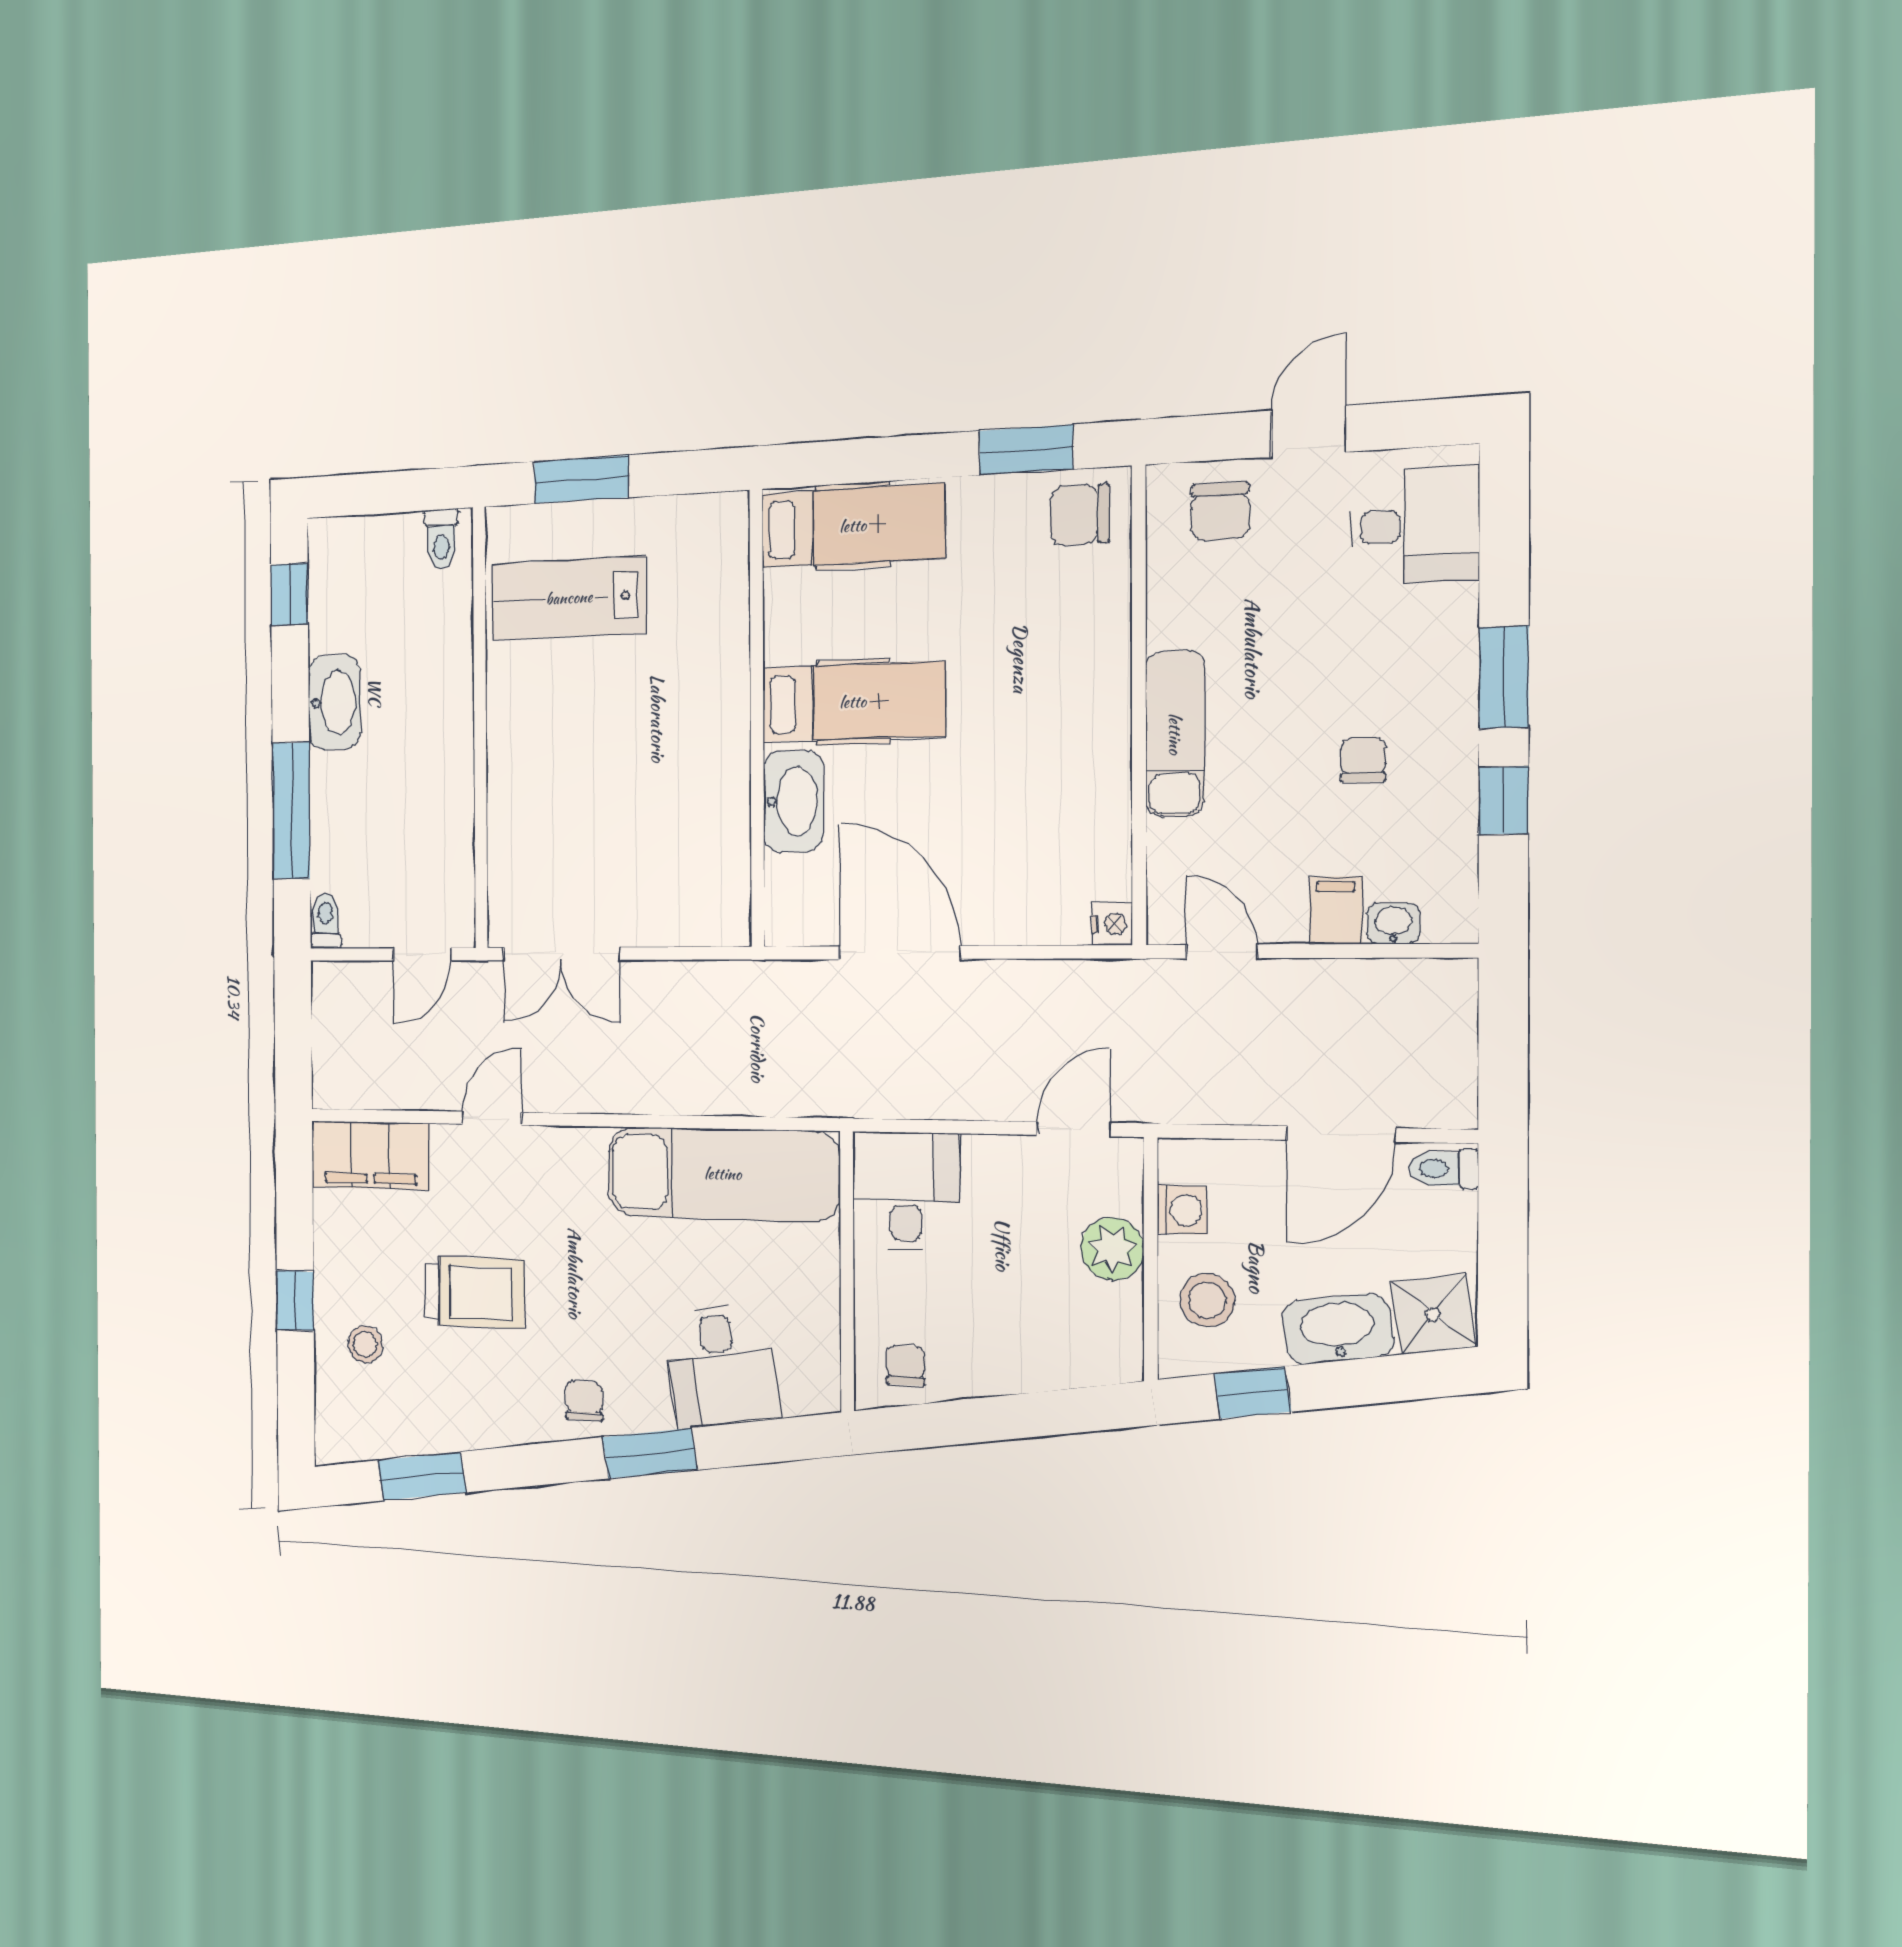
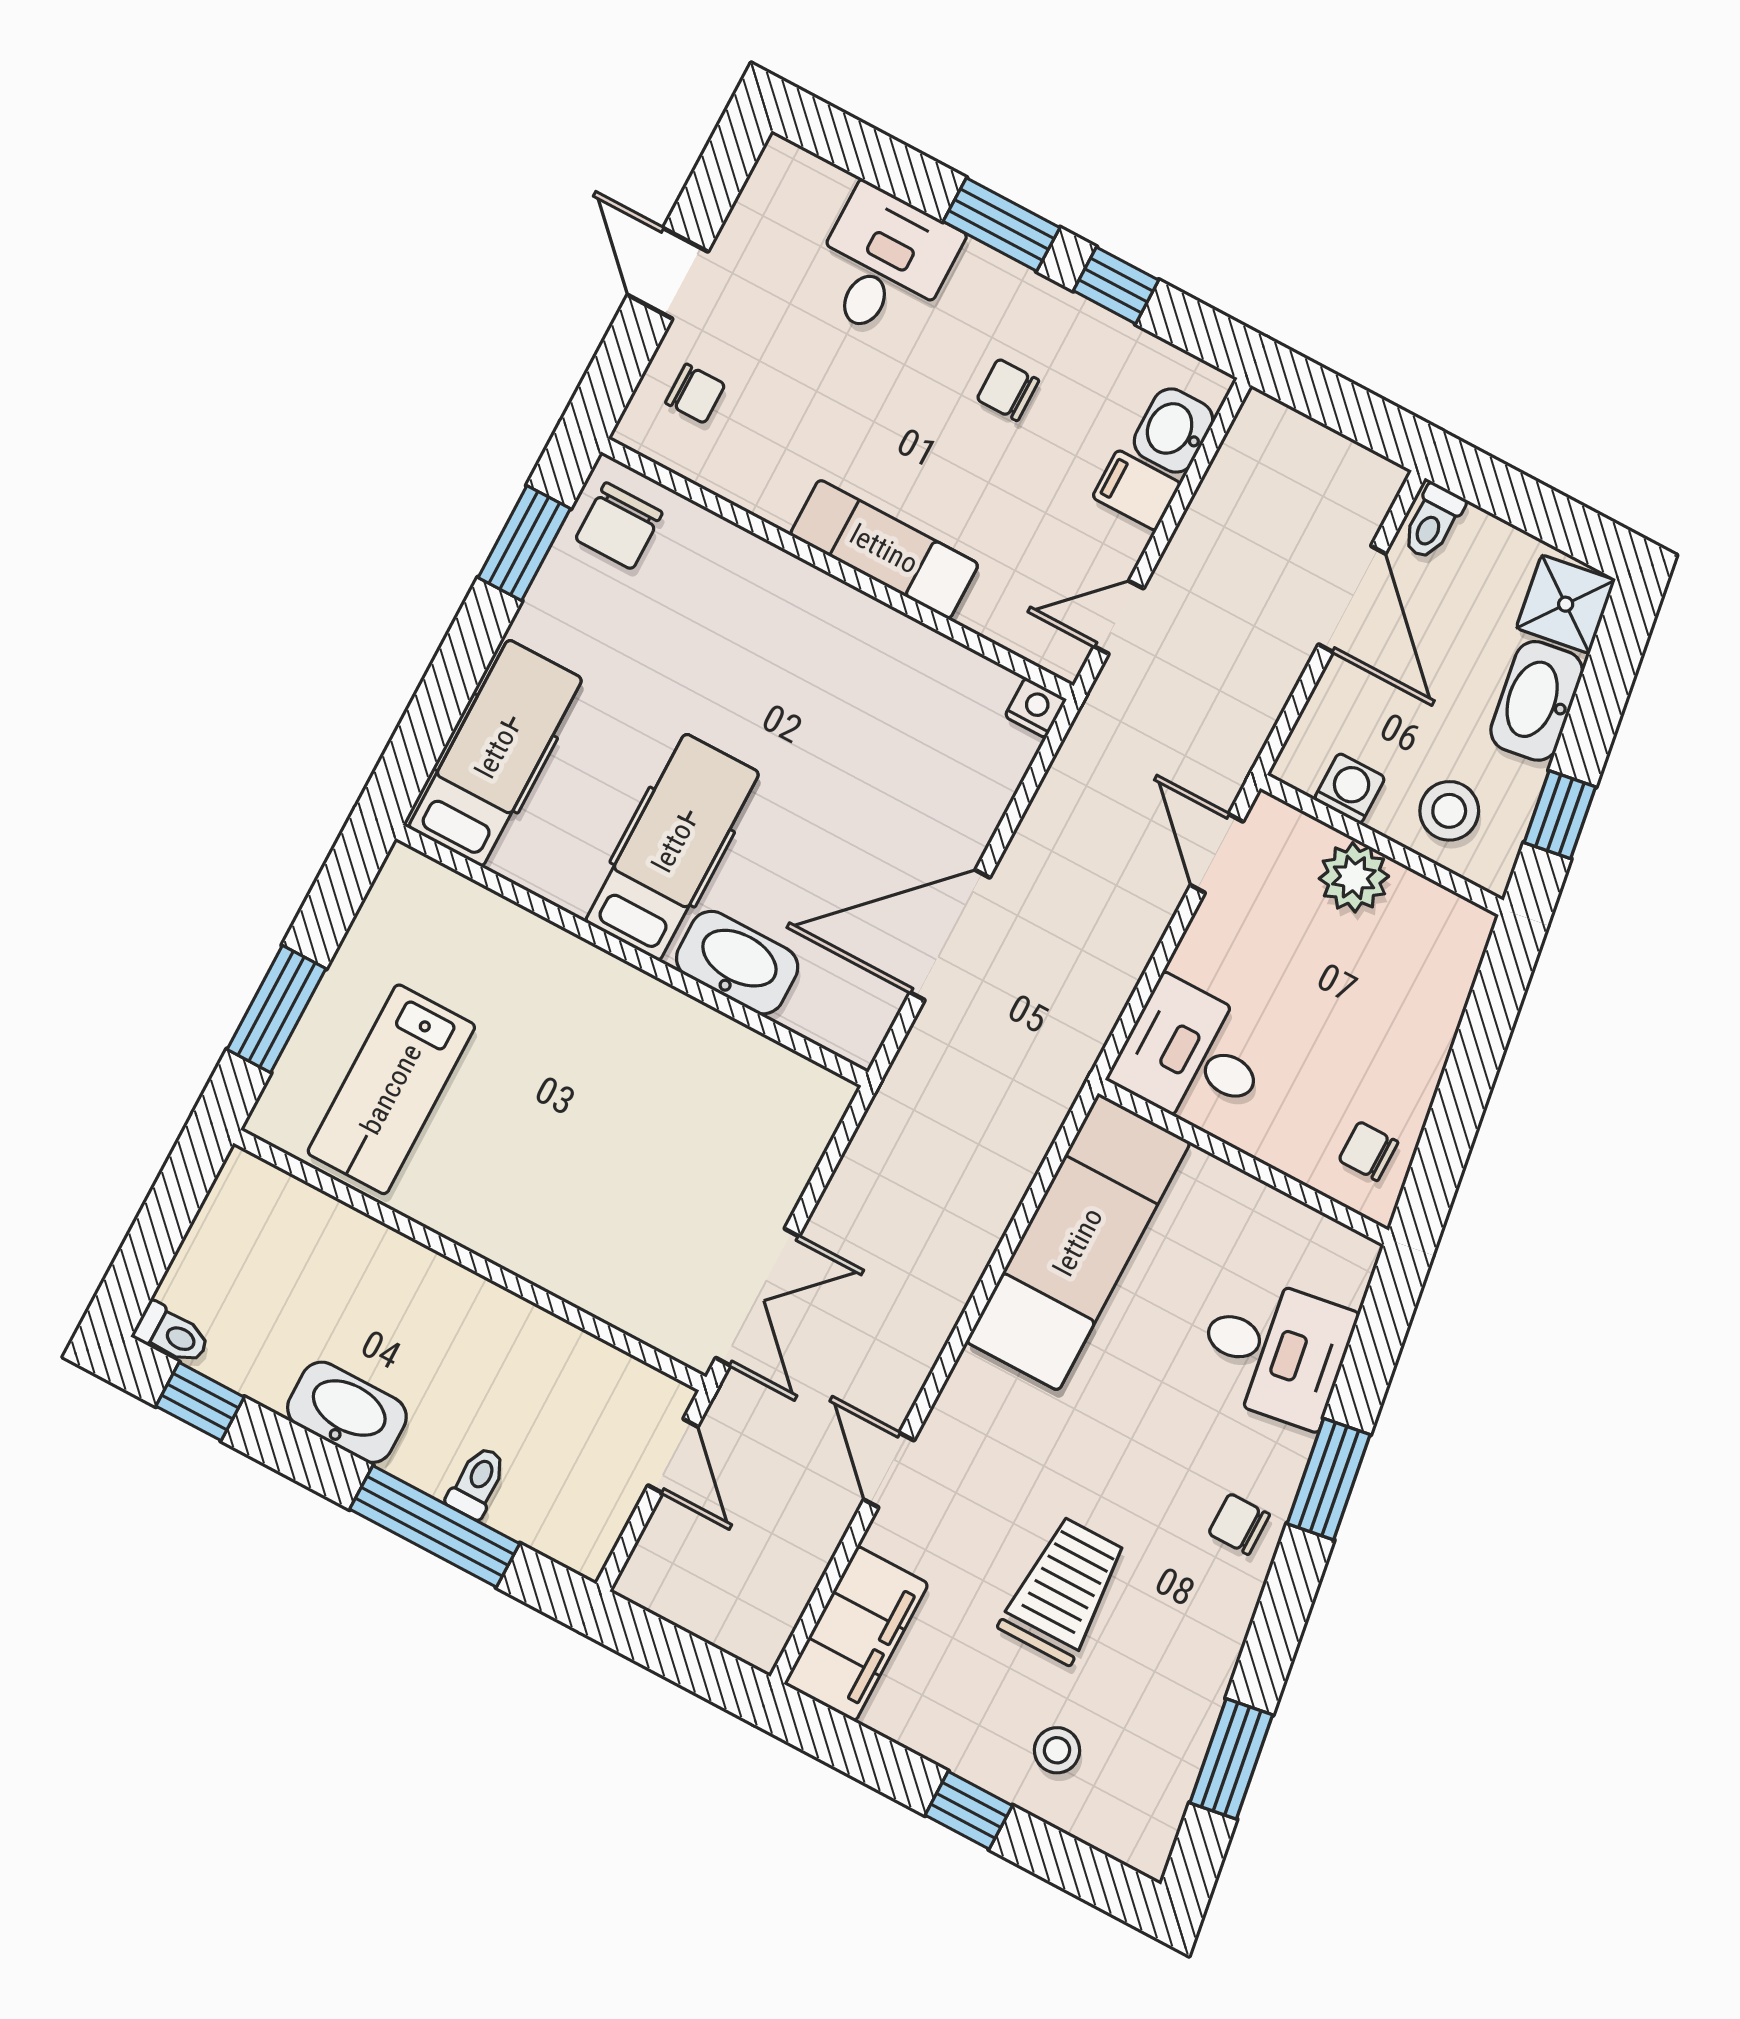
chair: (1220, 512) -> (695, 394), width x0.73, depth x0.73
desk: (1415, 525) -> (884, 264), moved
toilet: (441, 539) -> (172, 1334), moved
toilet: (326, 921) -> (477, 1482), moved, turned 90
washbasin: (1393, 923) -> (1174, 431), width x1.38, depth x1.45

